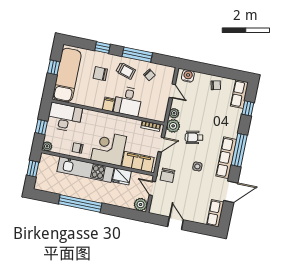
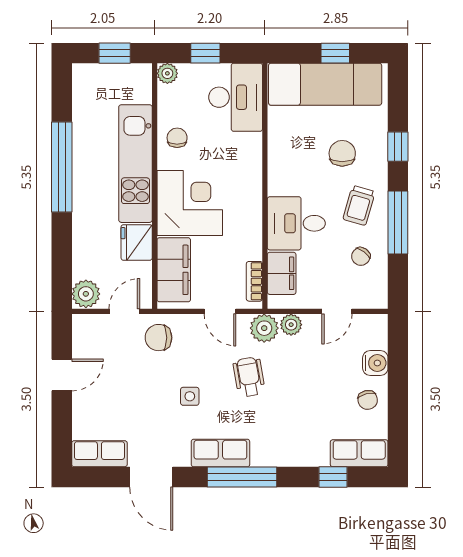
water cooler: (188, 76) -> (375, 363), moved
filing cabinet: (109, 104) -> (282, 273), moved, width x2.00
row of seats: (226, 158) -> (220, 453), width x0.68

